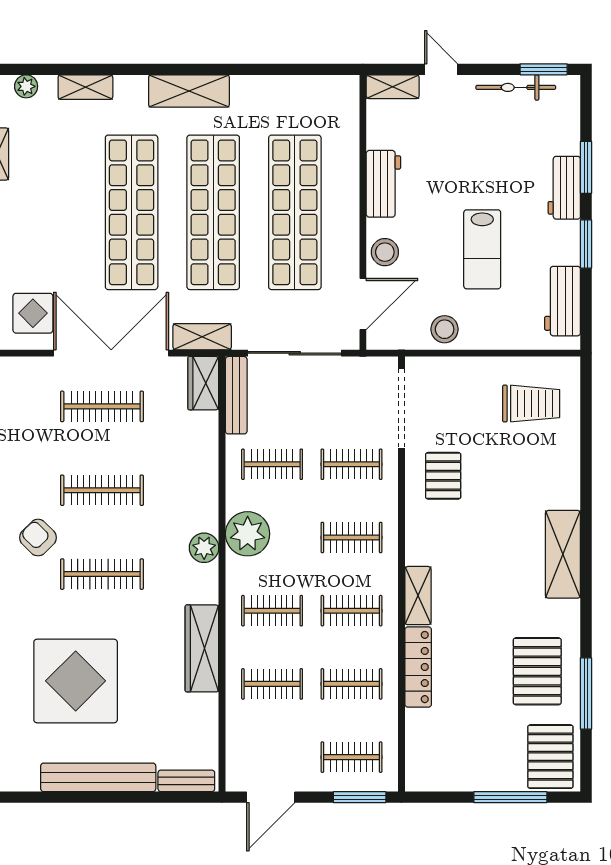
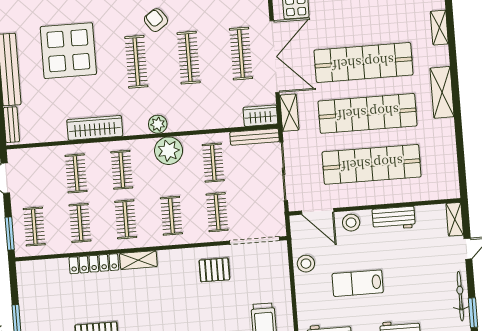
armchair: (38, 538) -> (156, 20), turned -80

